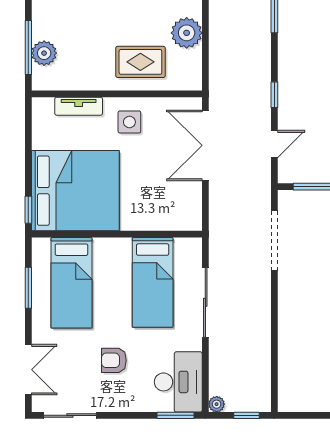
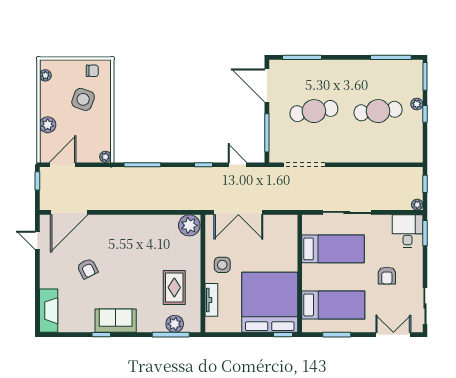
plant: (187, 33) -> (189, 225), moved
rug: (140, 62) -> (174, 287), moved
desk: (178, 382) -> (408, 231), width x0.73

